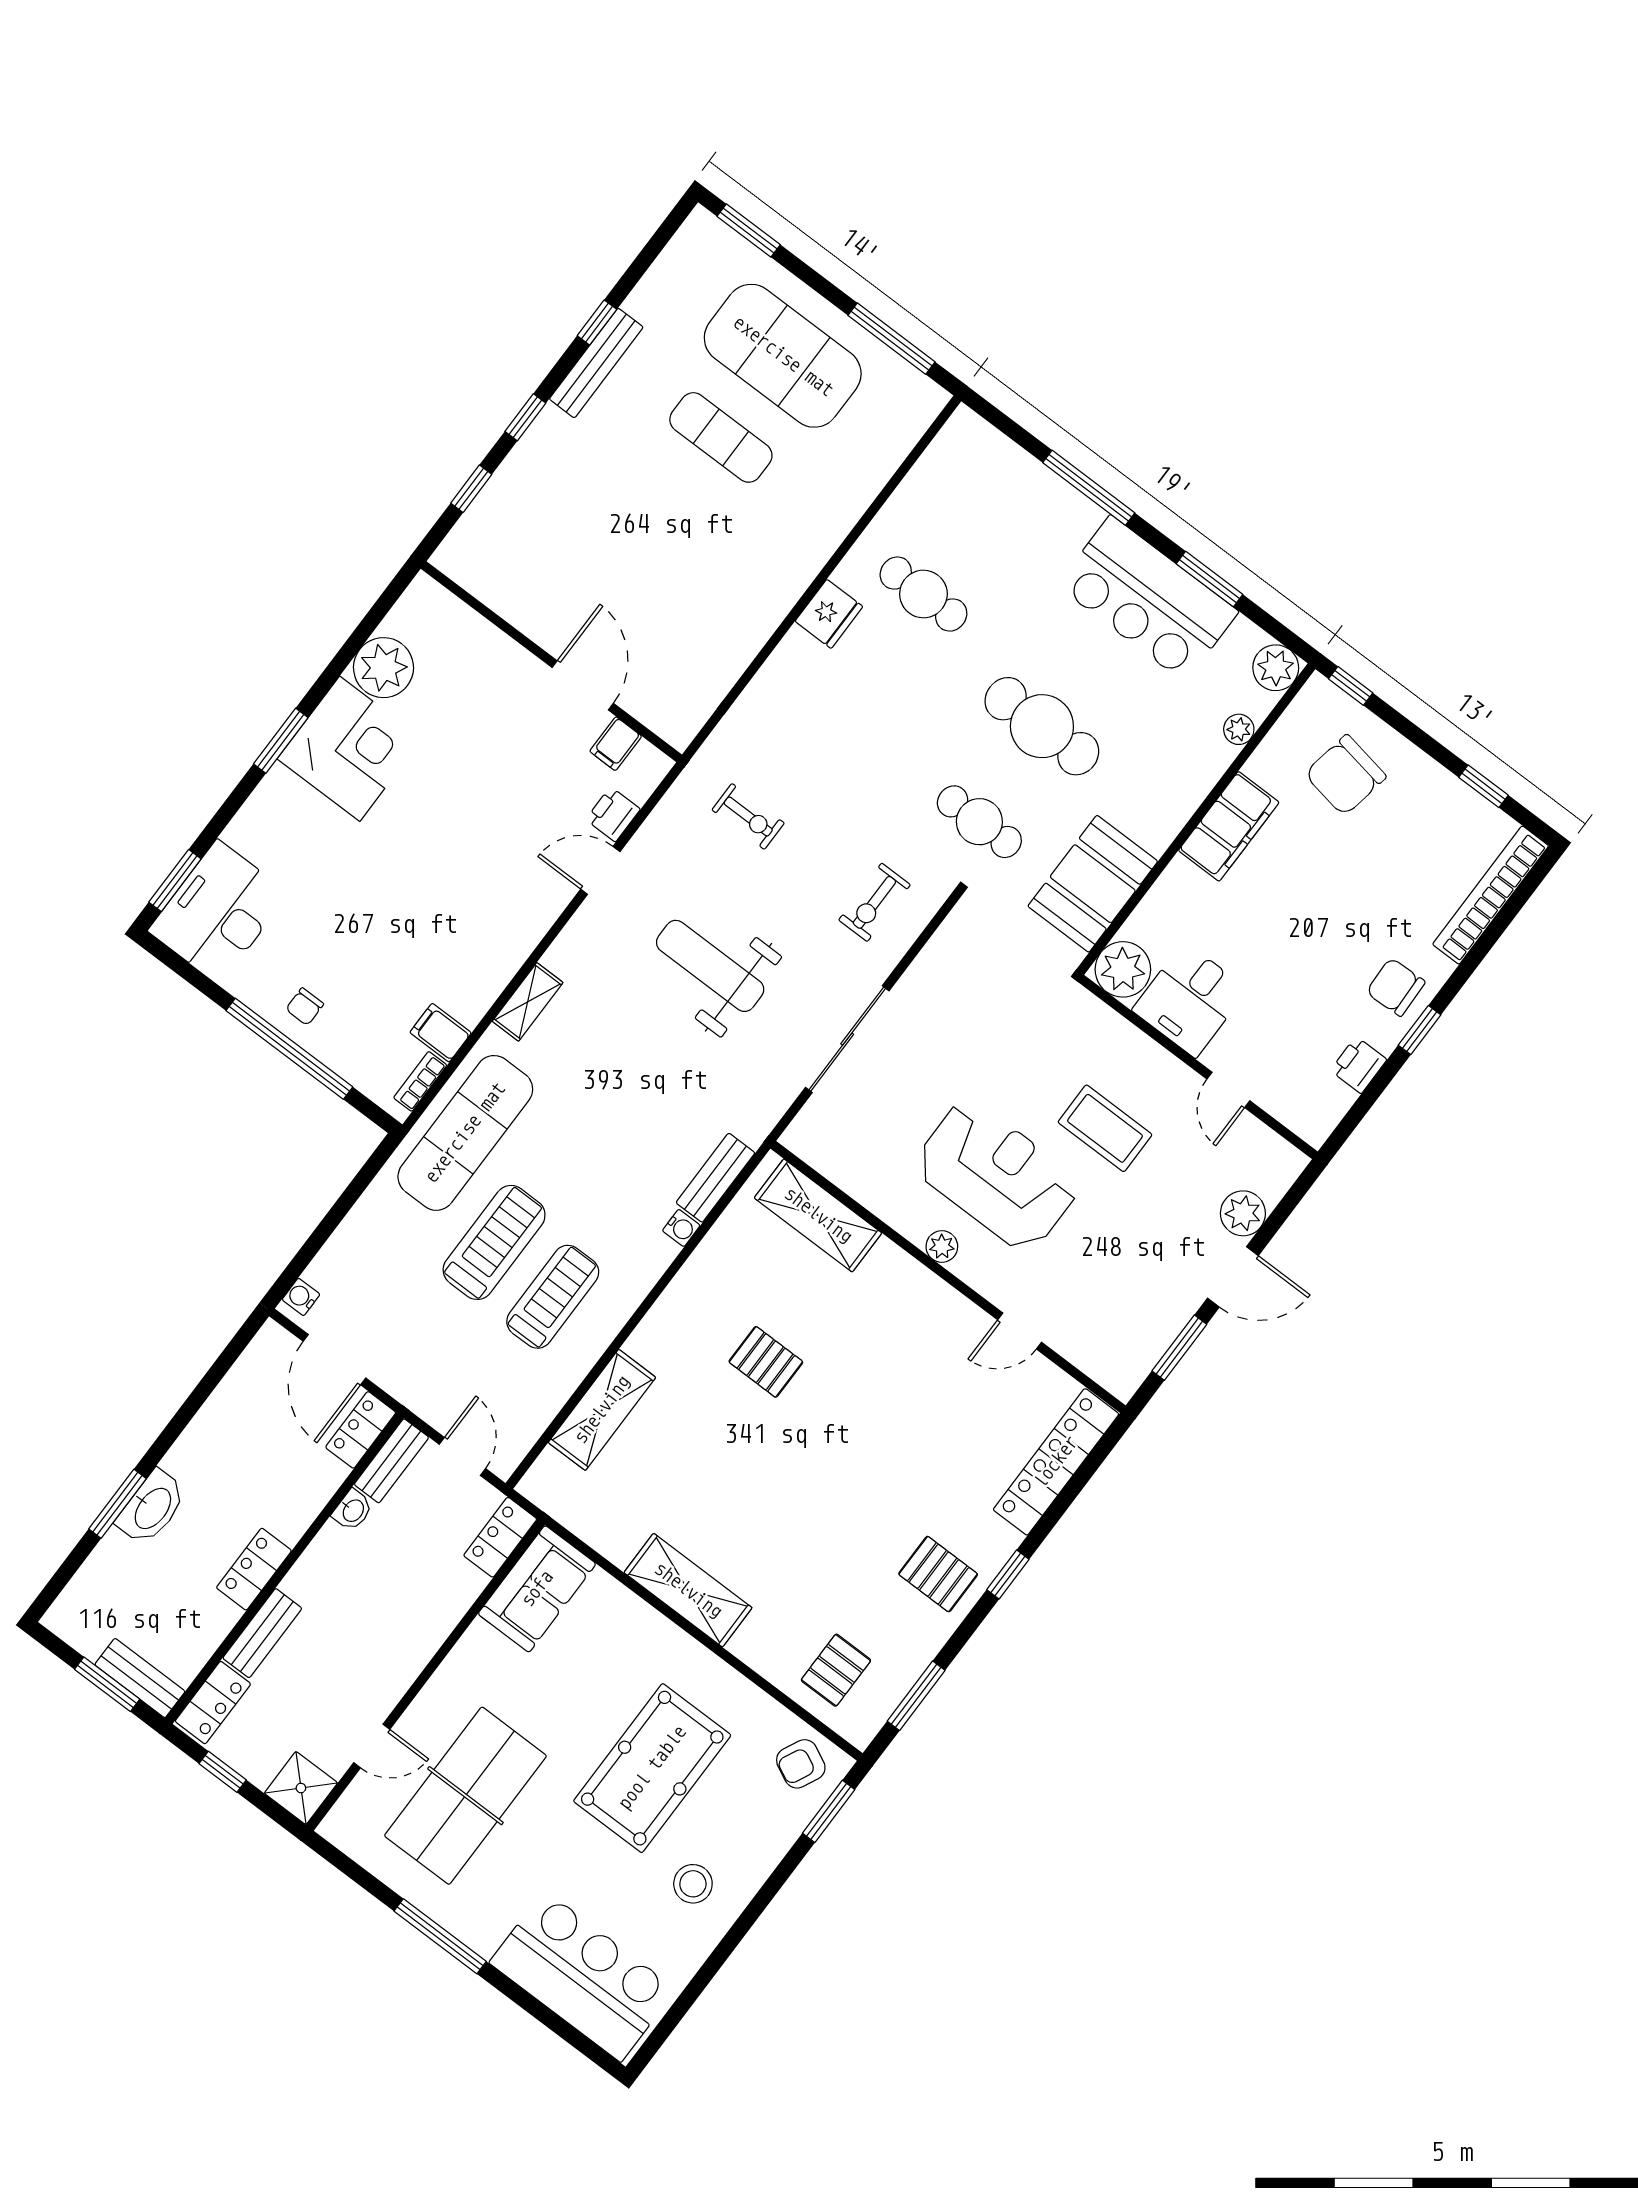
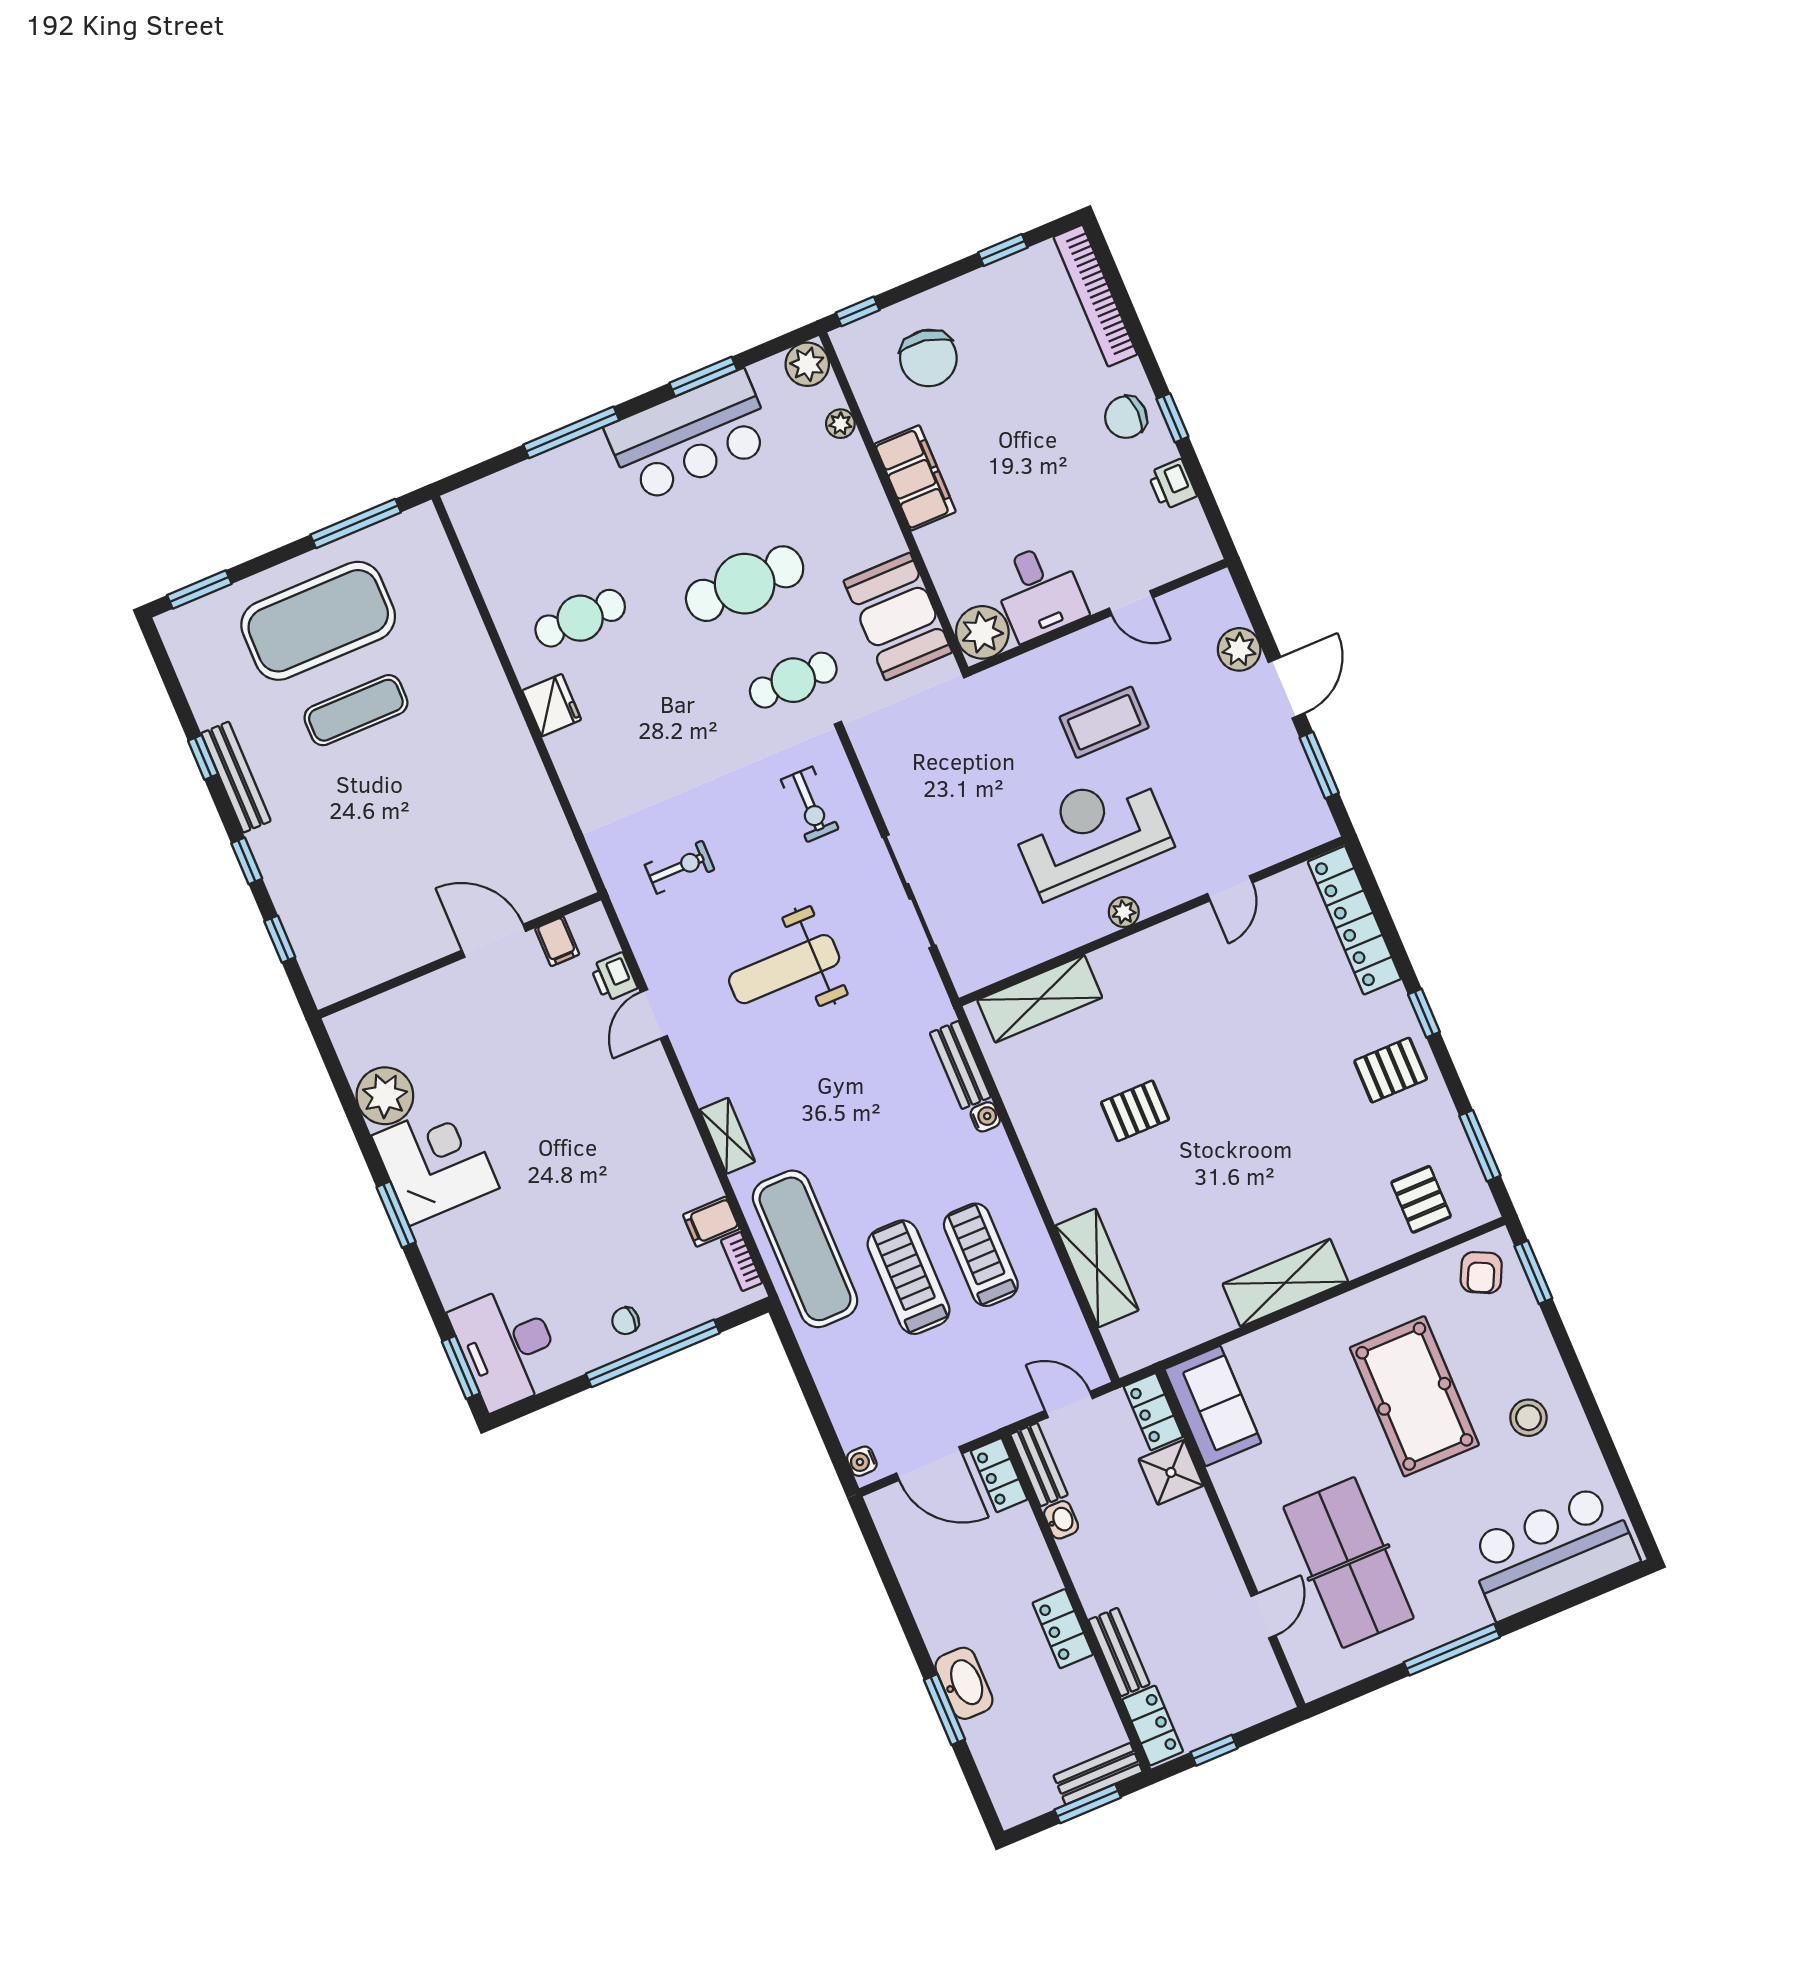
chair: (305, 1007) -> (626, 1321), turned 90
shower: (301, 1788) -> (1171, 1472), moved

